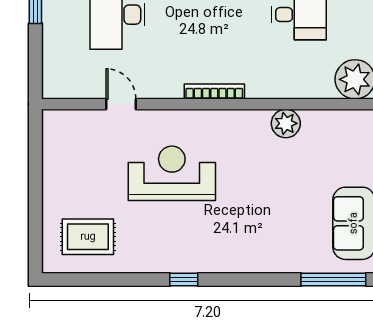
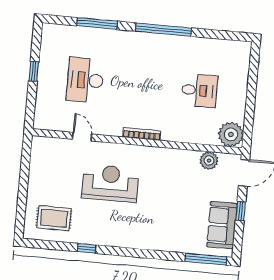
plant: (286, 123) -> (209, 160), moved
window: (184, 279) -> (86, 248), moved

